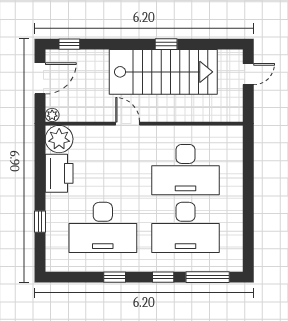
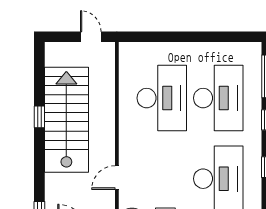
door: (248, 74) -> (91, 37), moved
door: (128, 124) -> (117, 178), moved

